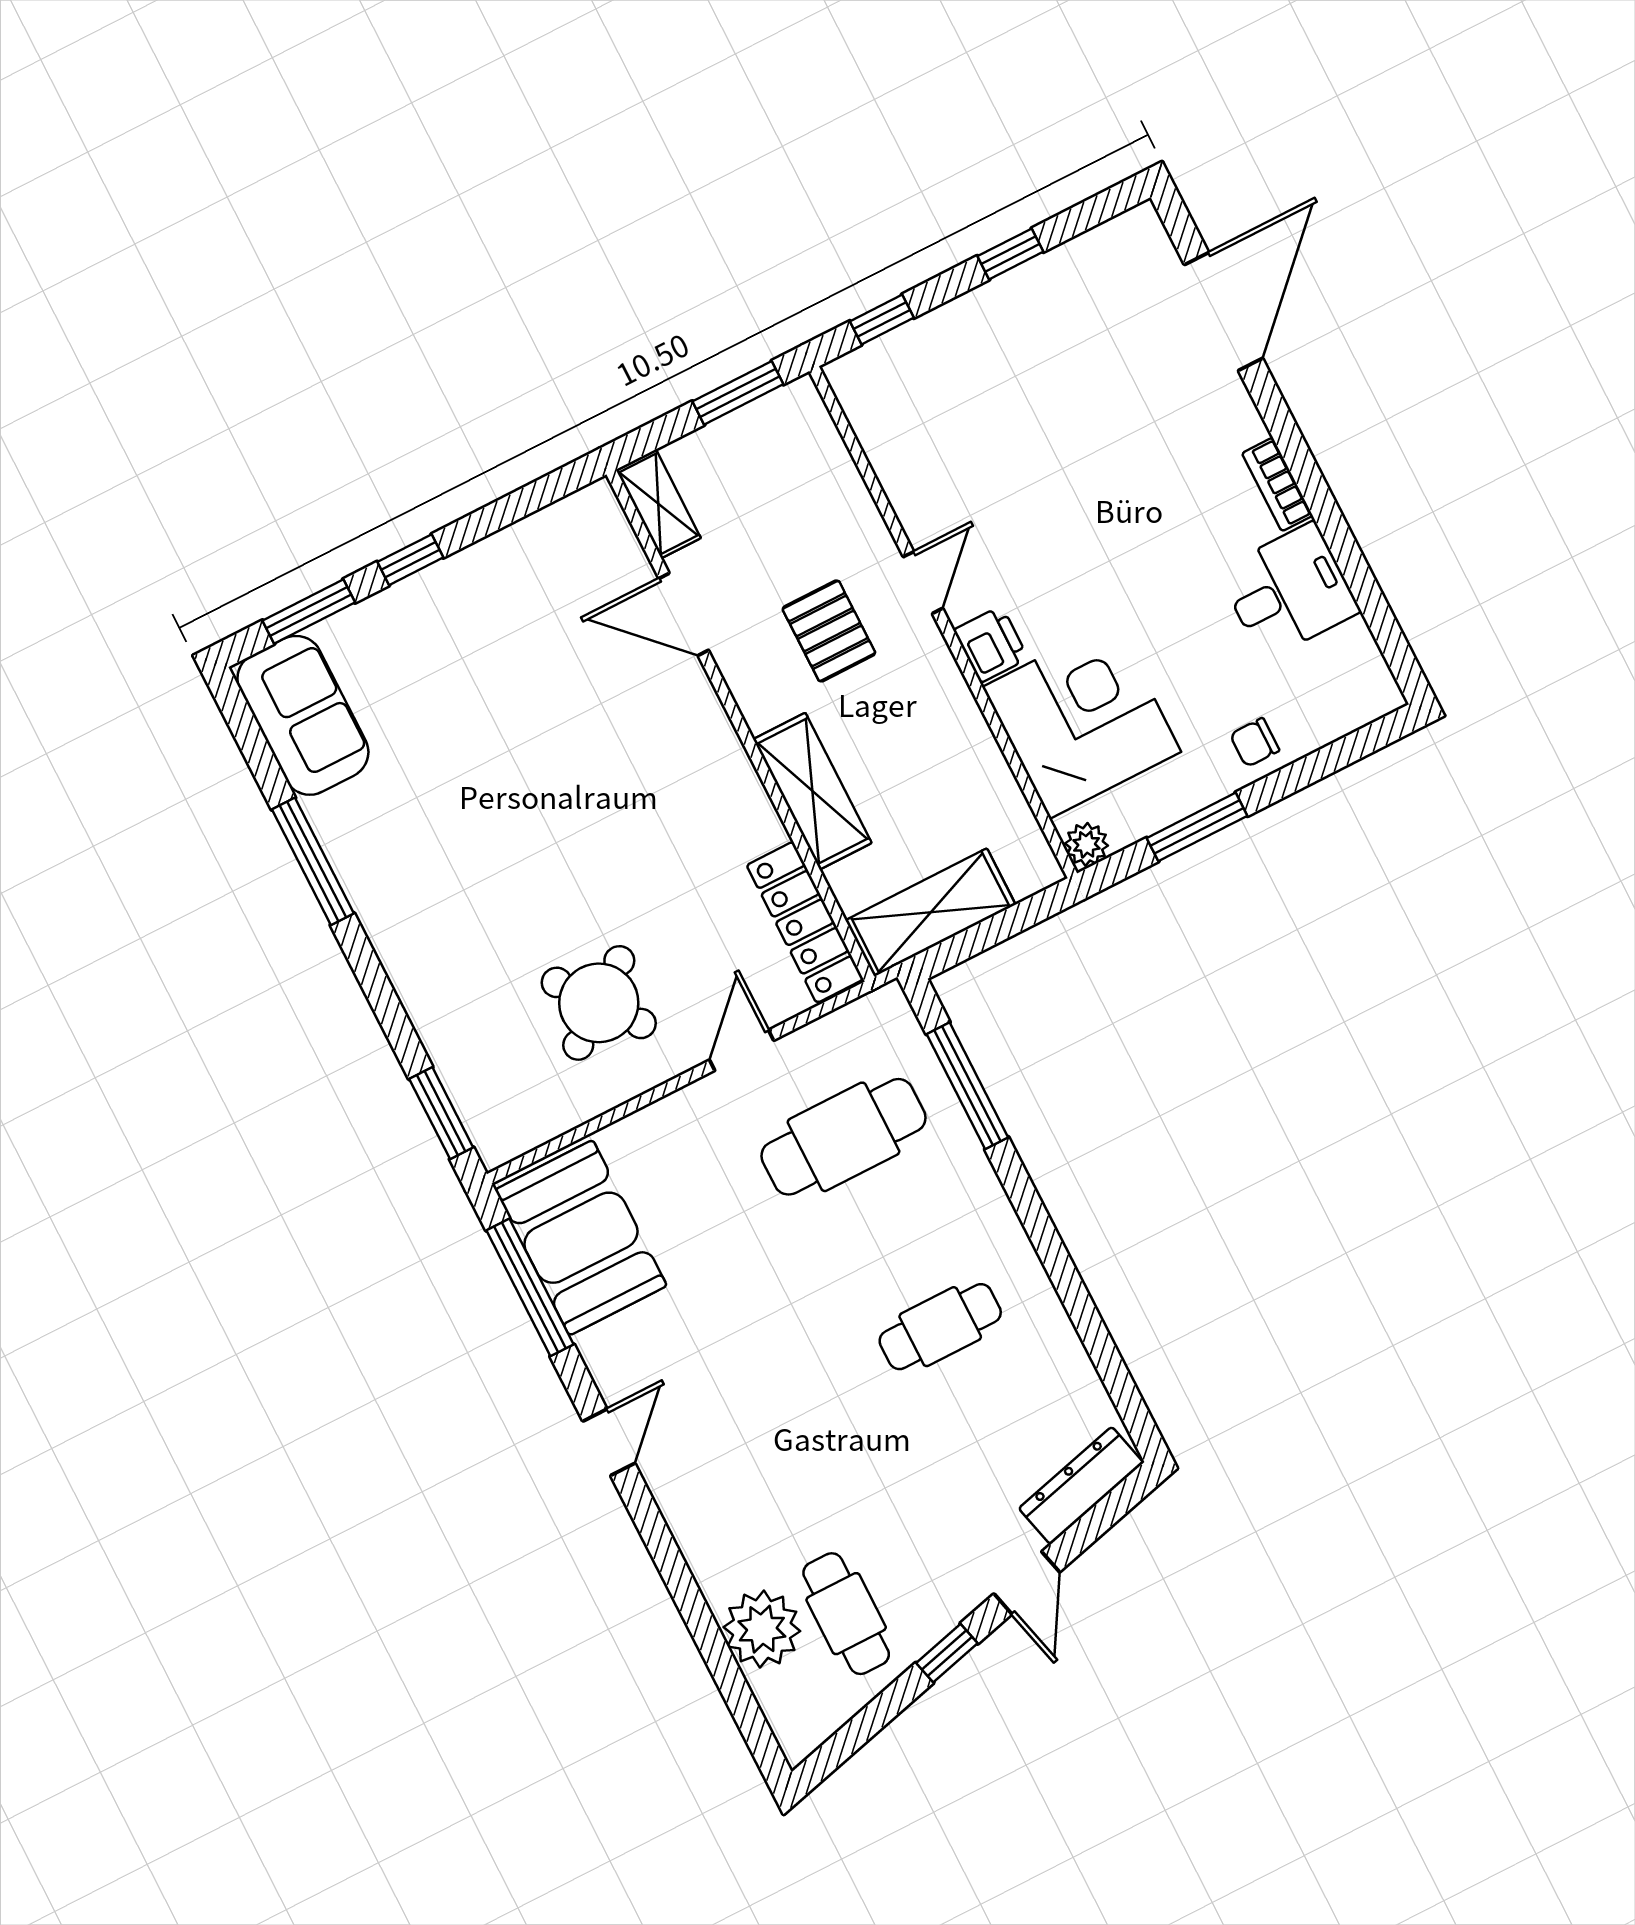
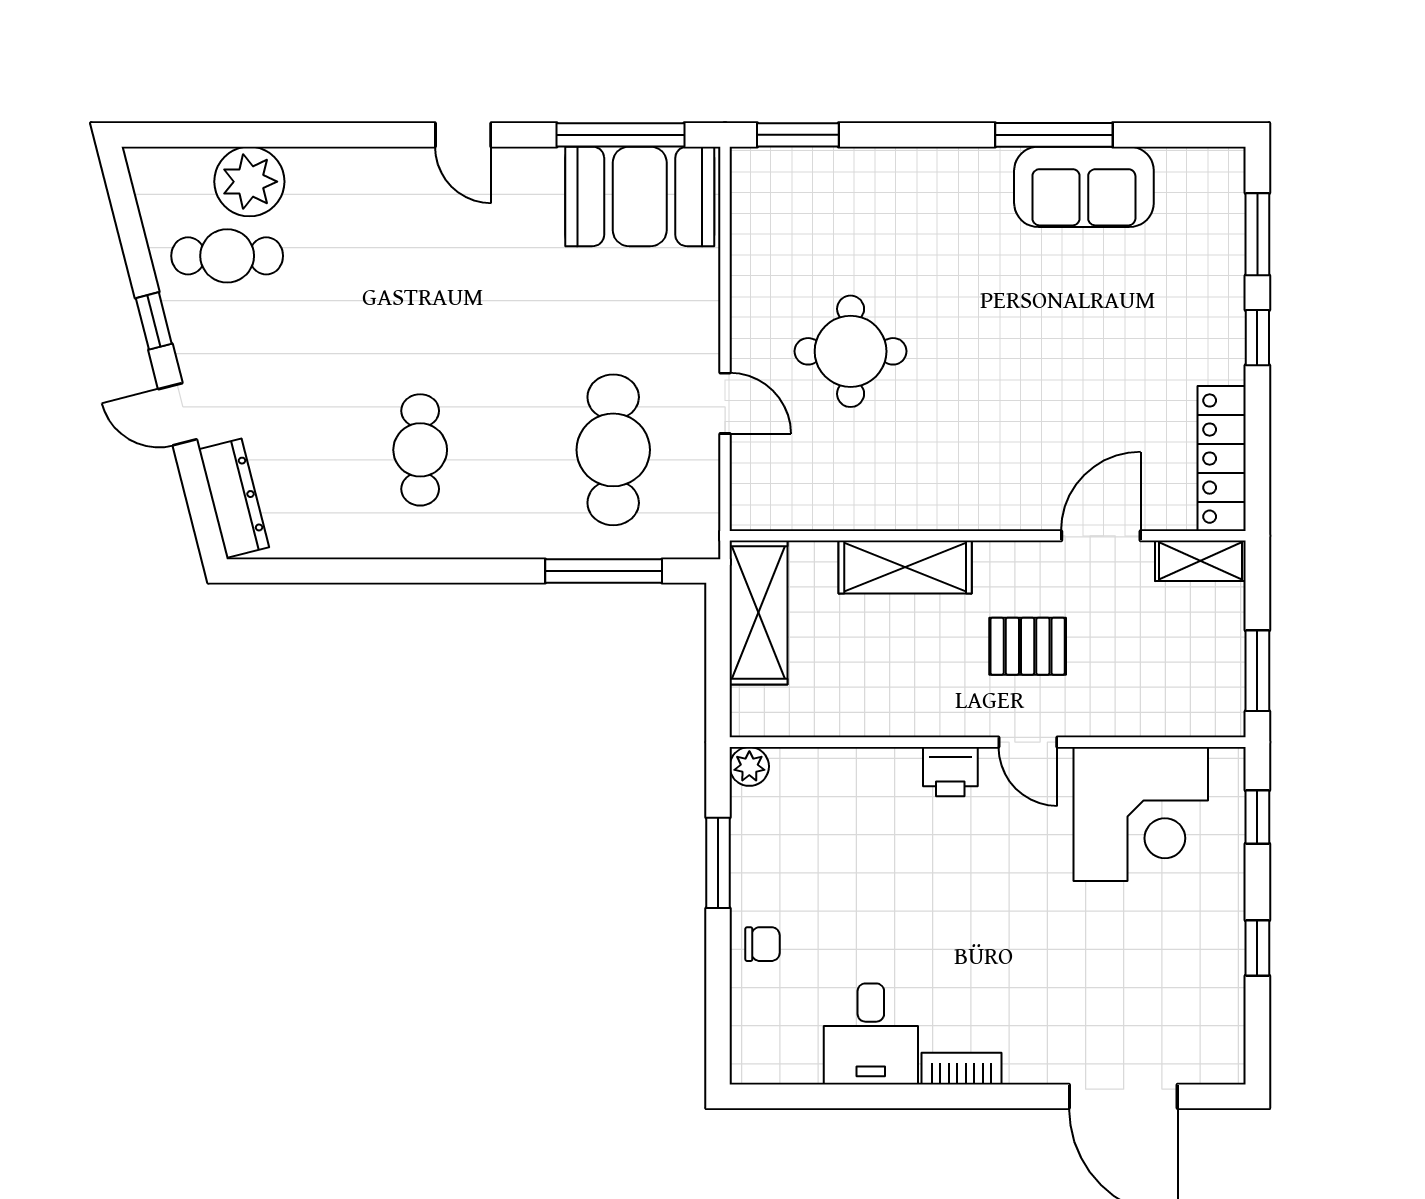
sofa: (303, 715) -> (1084, 187), moved
corner desk: (1082, 719) -> (1141, 814), moved
chair: (1255, 742) -> (762, 944), turned 90
locker: (805, 922) -> (1222, 459), moved, turned -90
round table: (599, 1003) -> (851, 351), moved, turned 37

